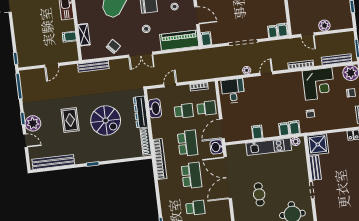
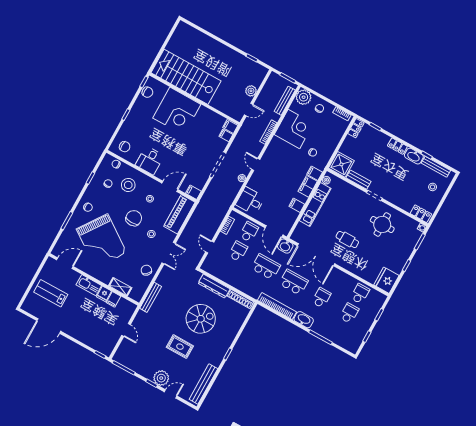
fridge: (68, 26) -> (104, 294), added
washbasin: (155, 108) -> (304, 320), moved
filing cabinet: (284, 129) -> (308, 186), width x2.00
bookcase: (160, 159) -> (277, 306), moved

